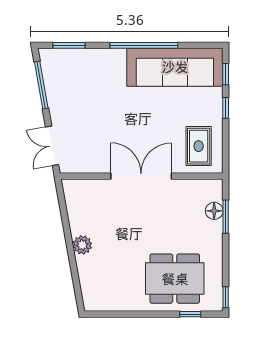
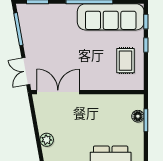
rug: (199, 146) -> (126, 61), moved
double door: (141, 176) -> (58, 92), moved

